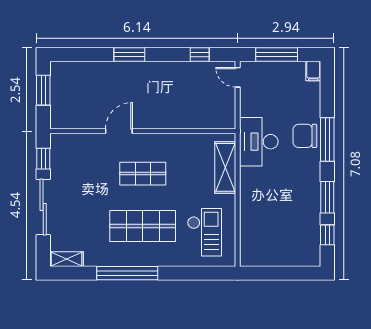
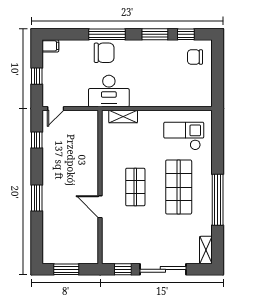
window: (277, 55) -> (37, 76), width x0.46
chair: (305, 136) -> (104, 53), turned -90
shelving: (225, 167) -> (123, 117), width x0.67, depth x0.75
chair: (300, 246) -> (195, 57), added

